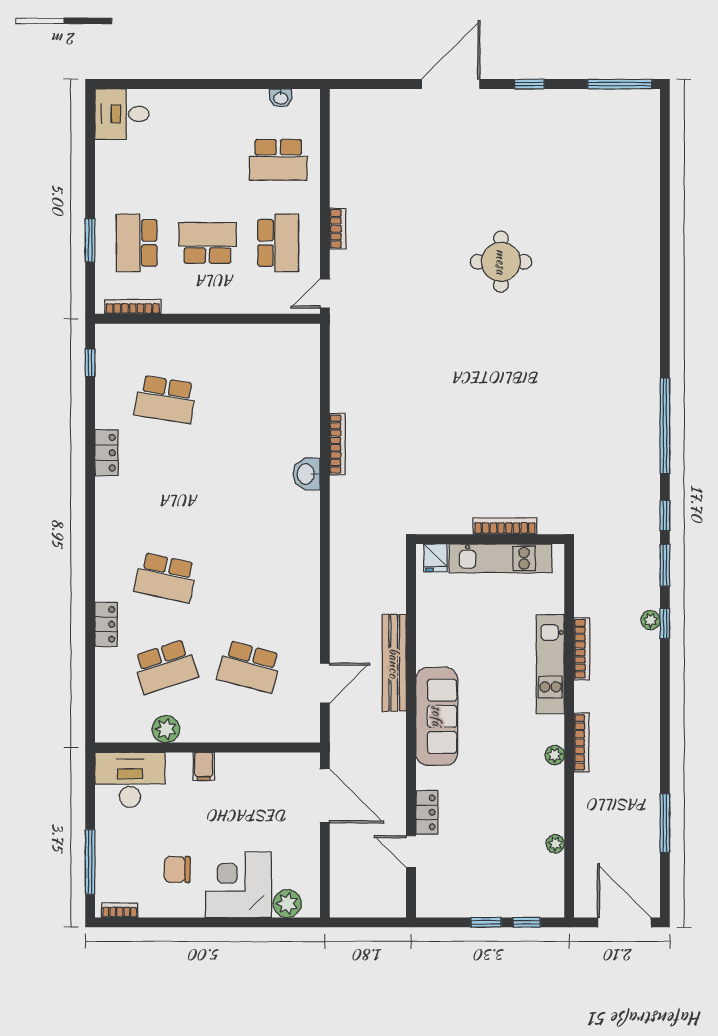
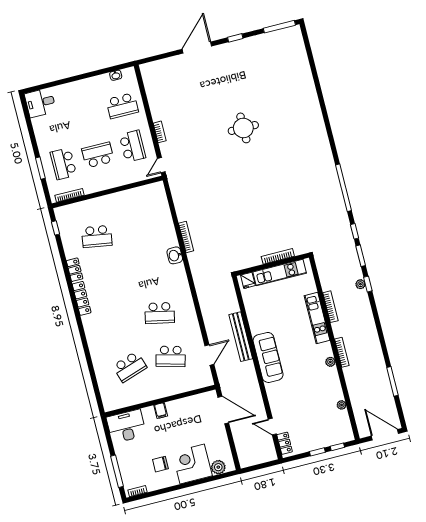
school desk: (165, 578) -> (160, 313), moved
locker: (106, 624) -> (82, 298), moved, width x1.53
plant: (166, 729) -> (138, 397), removed
locker: (427, 812) -> (285, 443), moved

